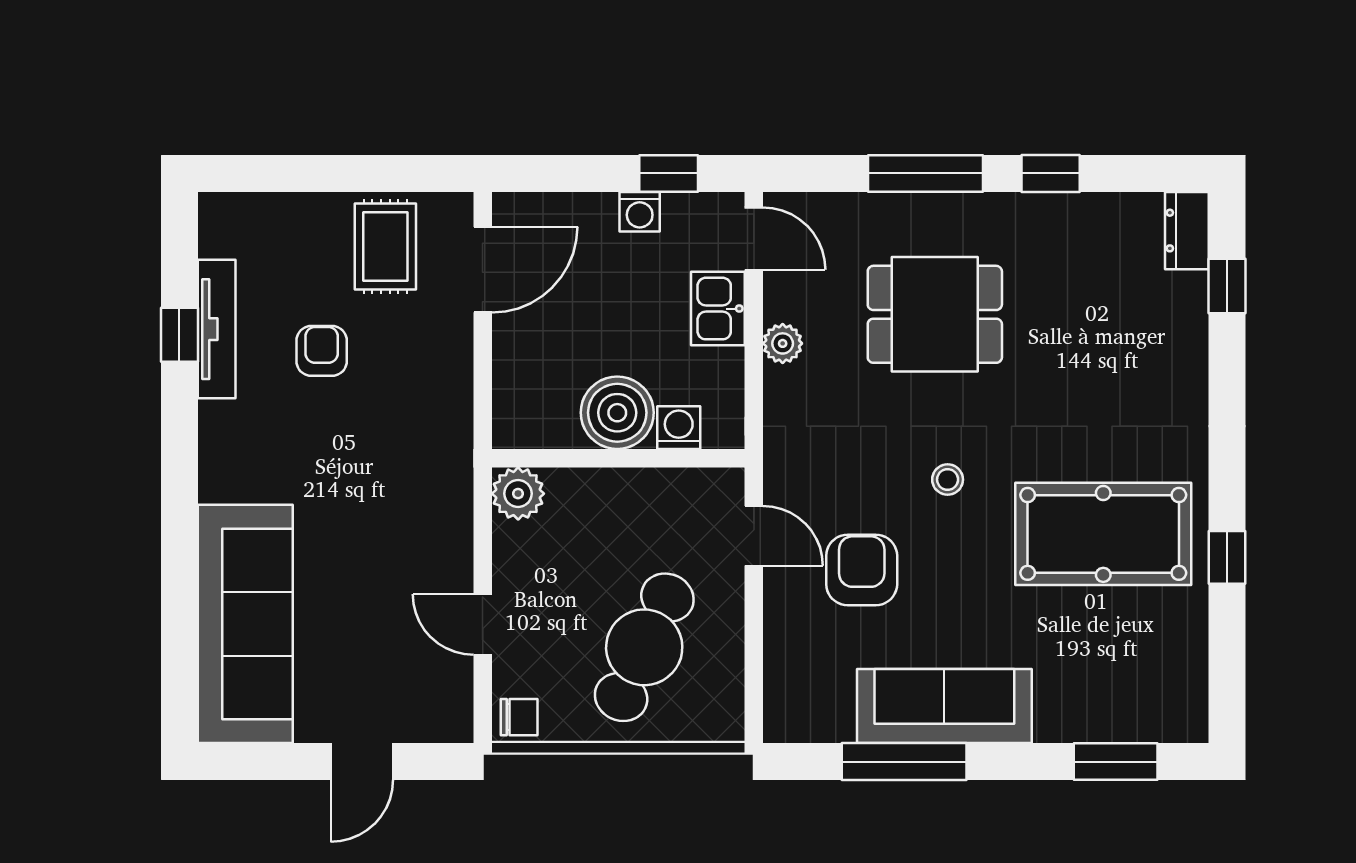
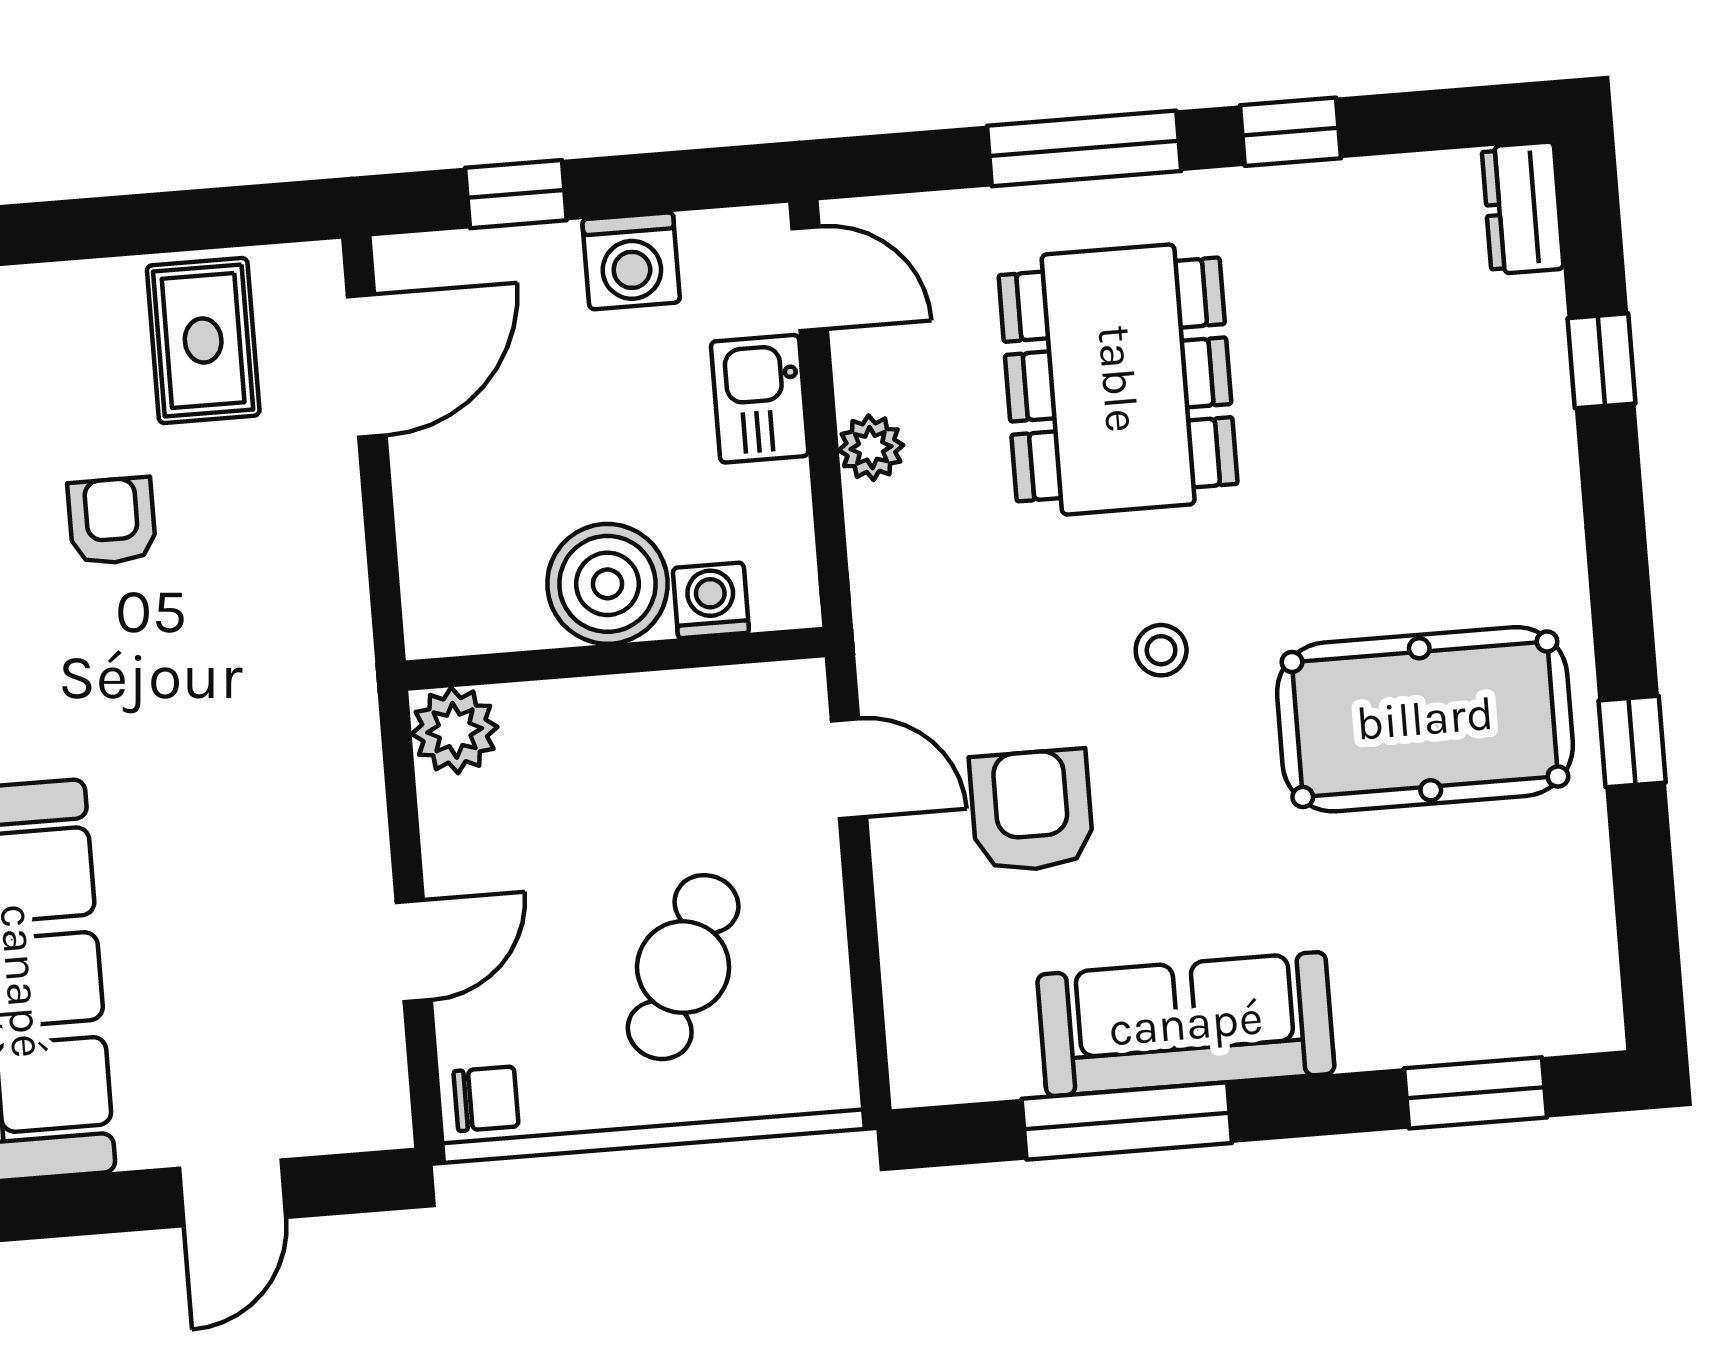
window: (669, 173) -> (516, 194), moved
washing machine: (640, 212) -> (631, 261), width x1.38, depth x1.38
window: (1227, 286) -> (1602, 361), moved
dining table: (935, 314) -> (1118, 379), width x1.38
door: (483, 625) -> (414, 951), swing flipped
cafe table: (644, 647) -> (683, 967), width x0.73, depth x0.74

